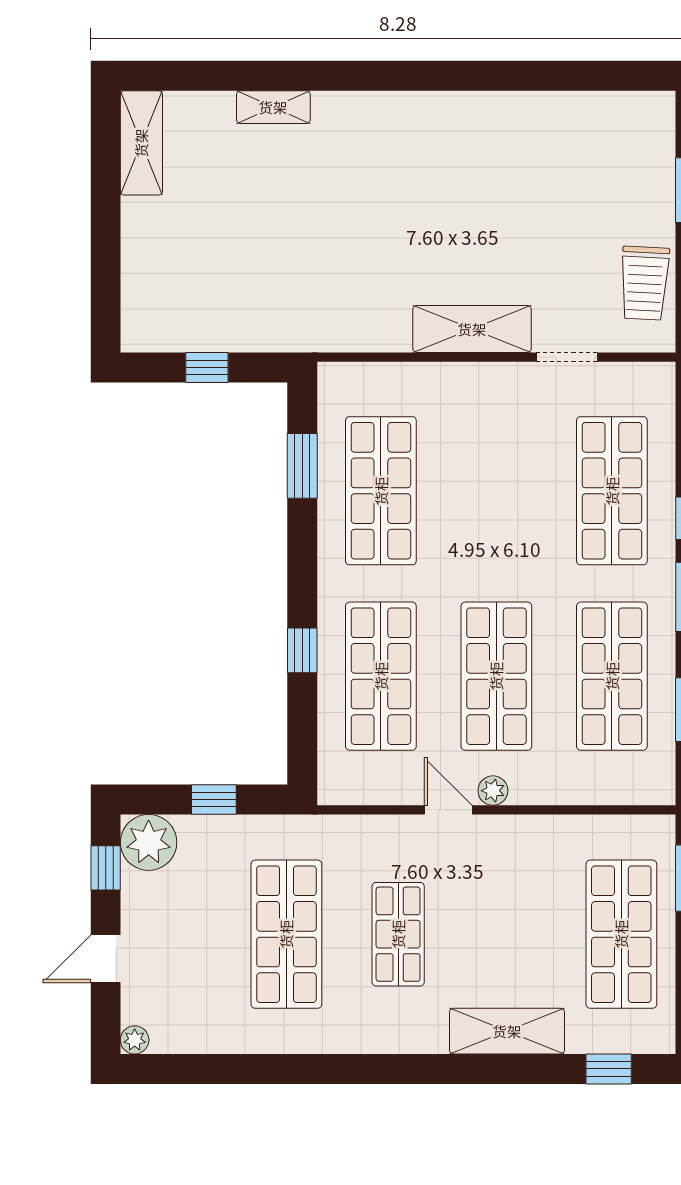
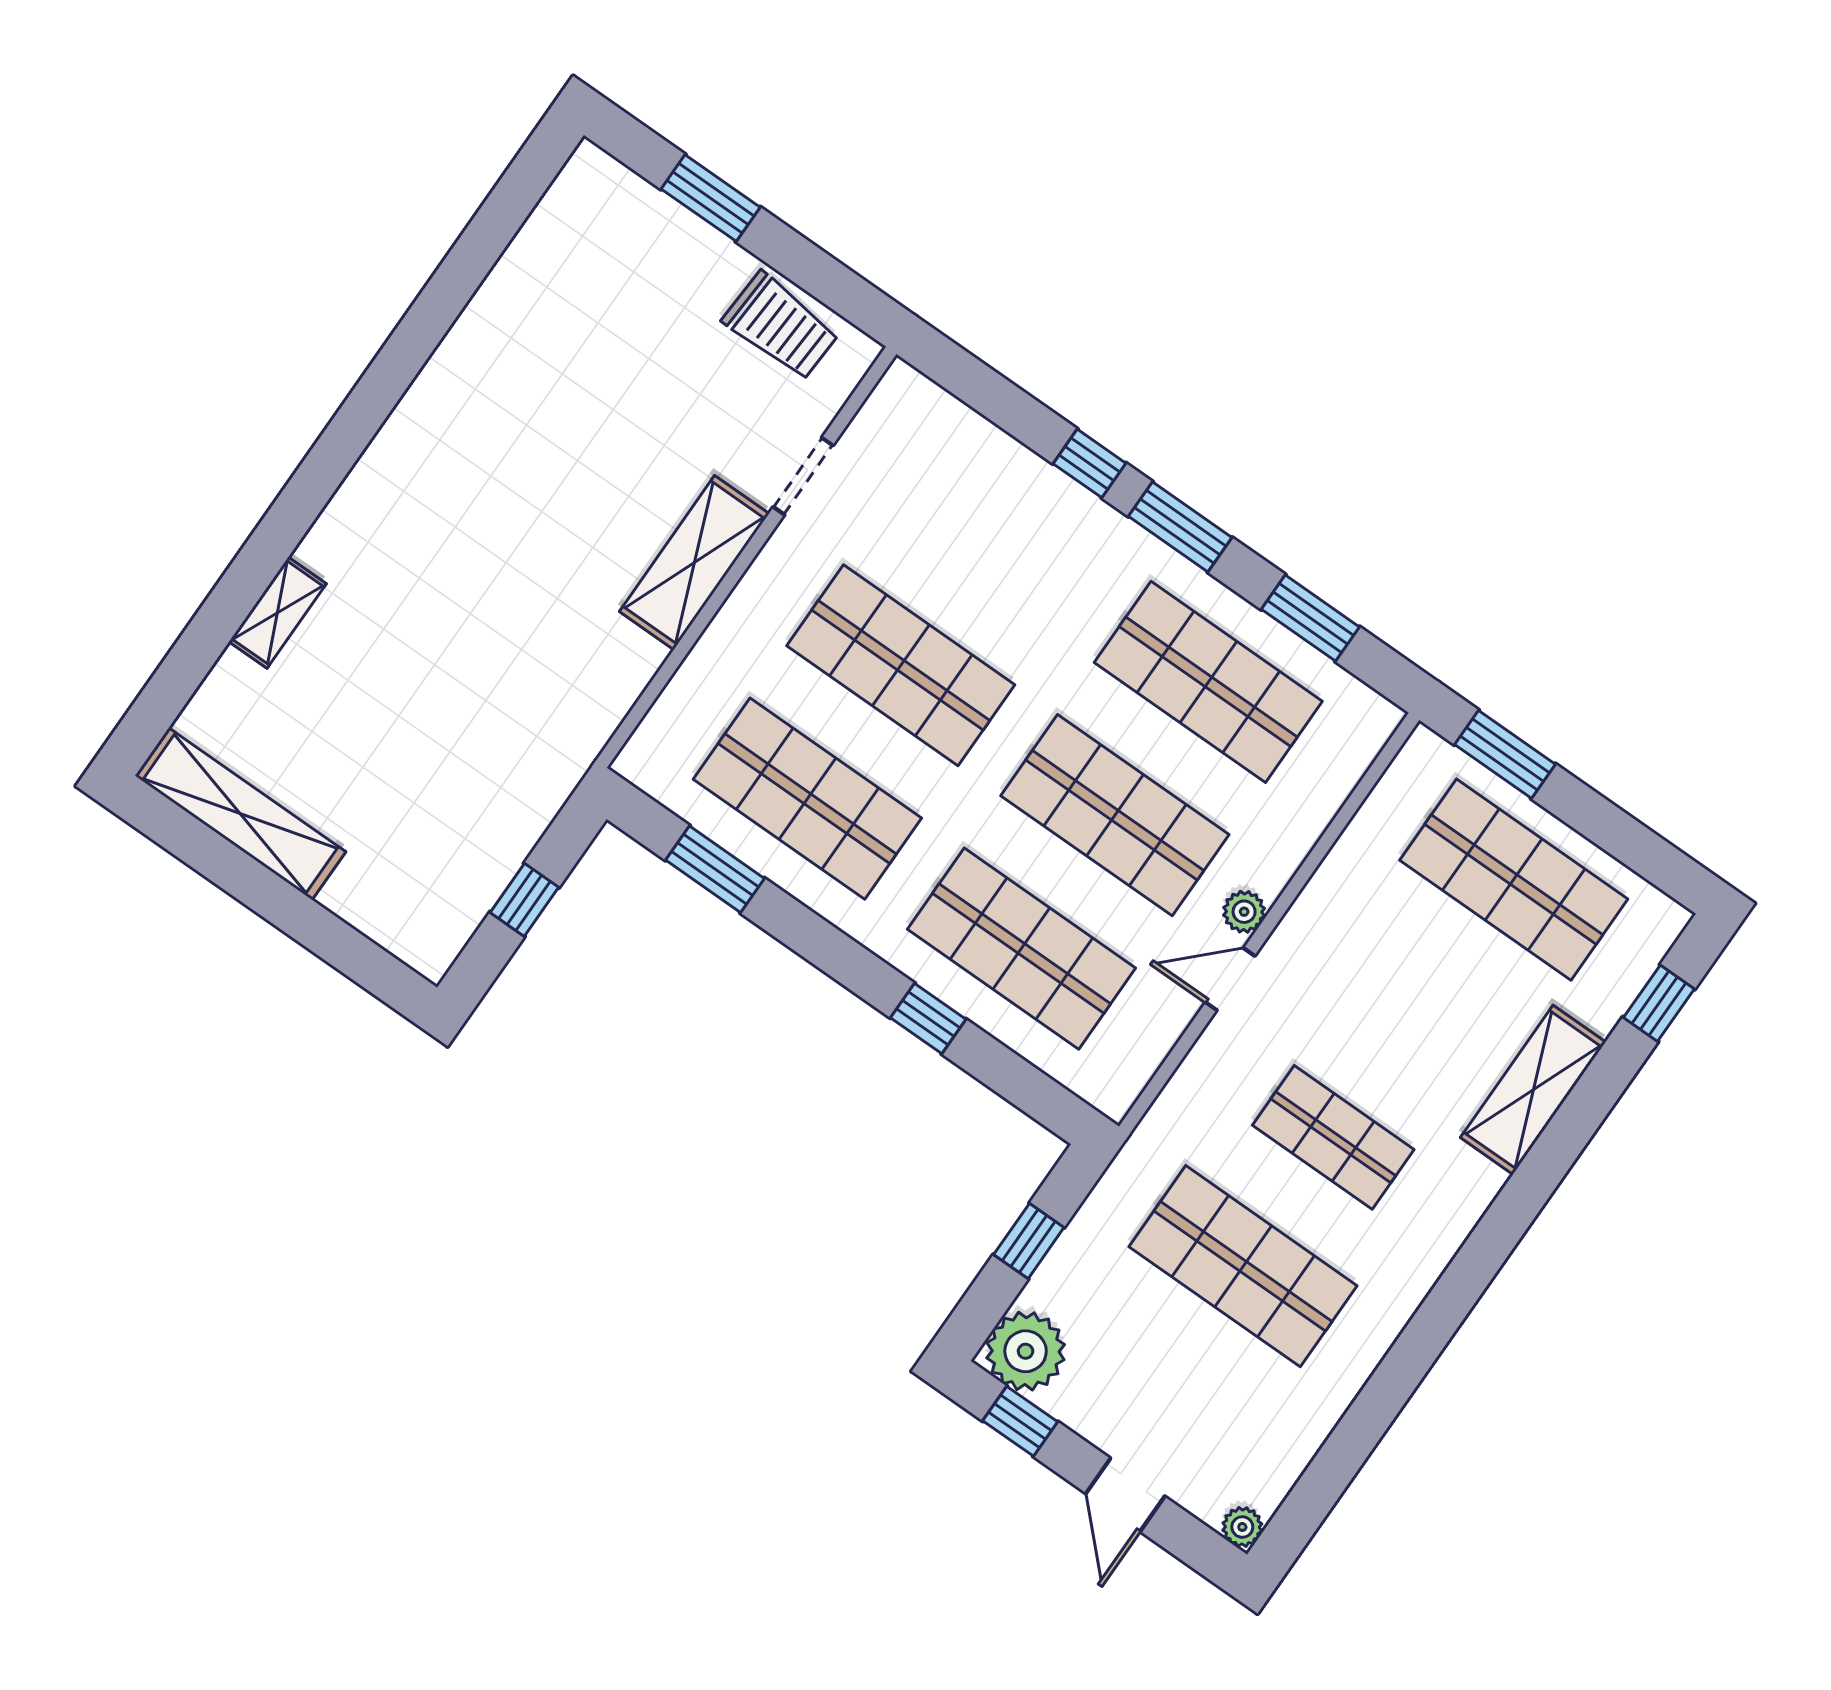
shelving: (141, 143) -> (240, 814), width x1.47
shop shelf: (612, 491) -> (901, 665), moved

